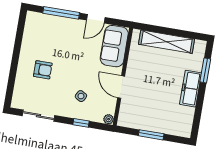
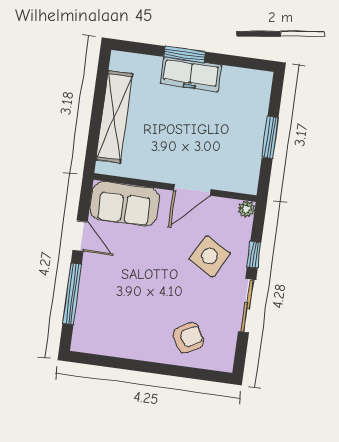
armchair: (43, 70) -> (188, 338), moved, turned 60
window: (205, 70) -> (184, 54), moved
side table: (81, 96) -> (210, 256), width x1.87, depth x1.87
sliding door: (39, 116) -> (247, 306), moved

